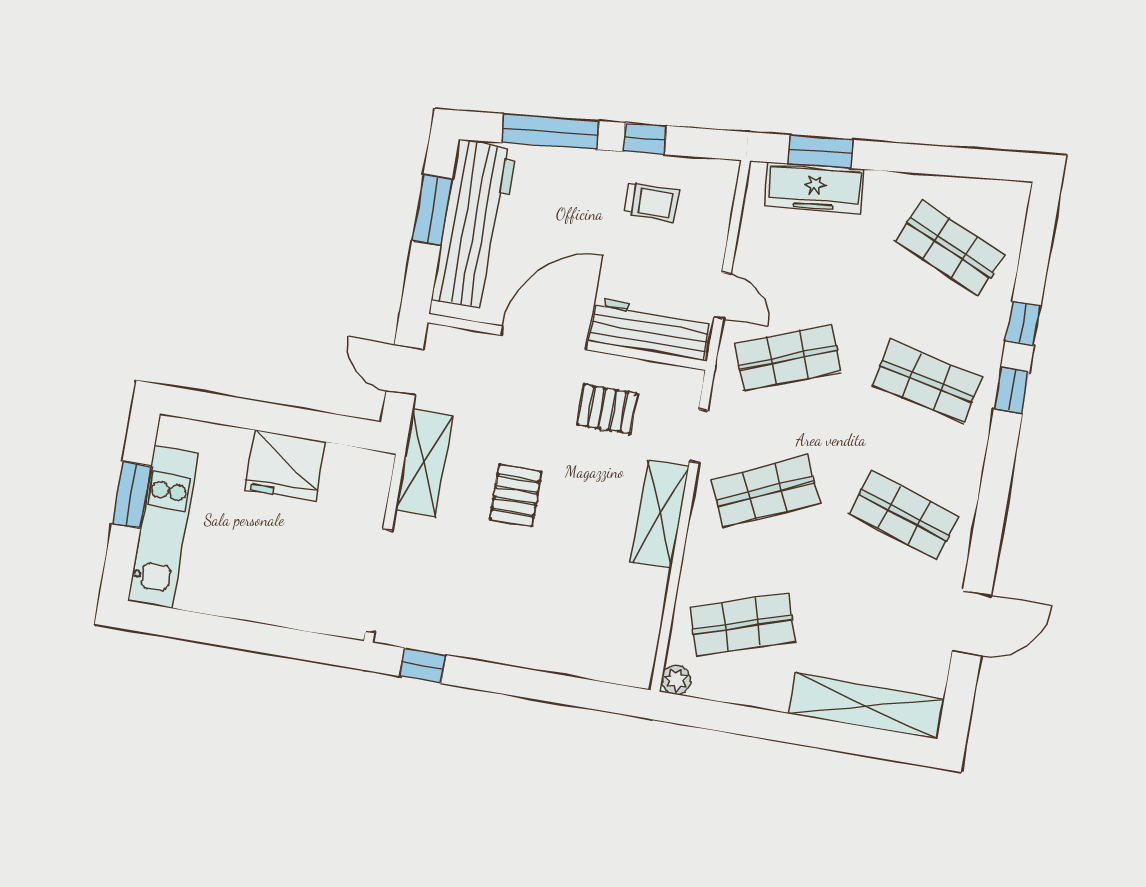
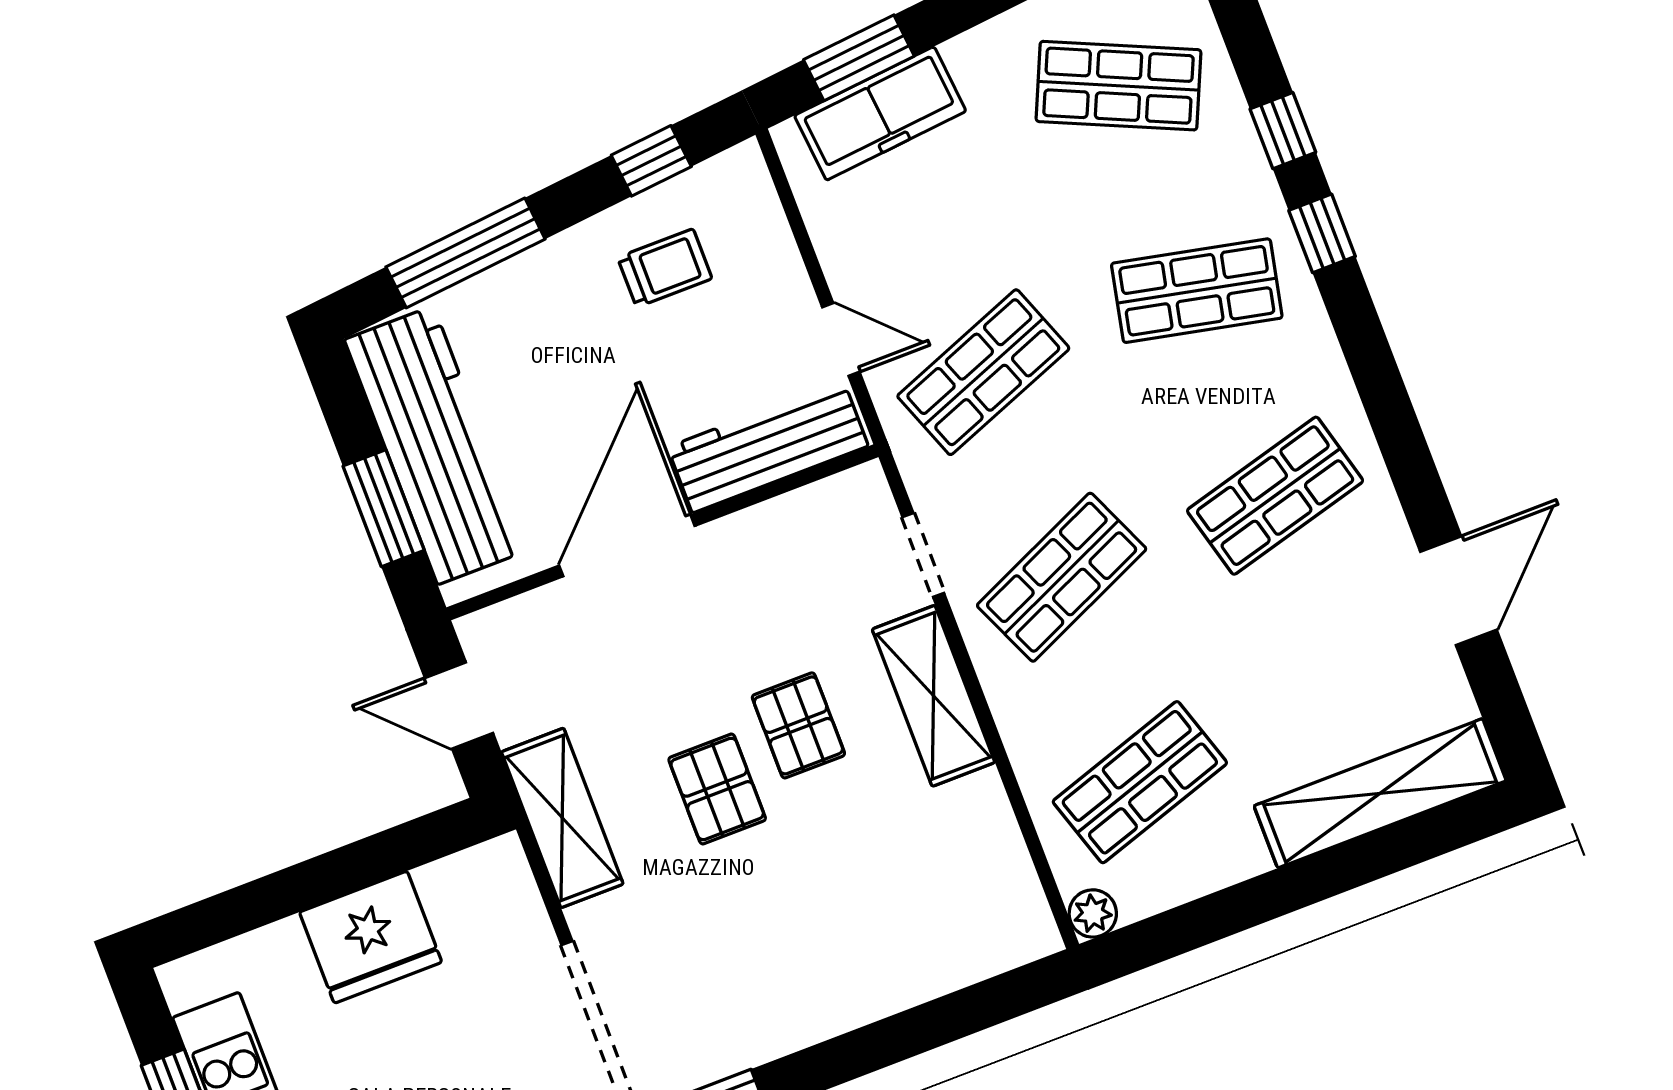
window: (645, 139) -> (651, 161), moved
window: (432, 210) -> (384, 508), moved
pallet: (607, 409) -> (798, 725), moved, turned 90
shop shelf: (904, 515) -> (1275, 496), turned -33

